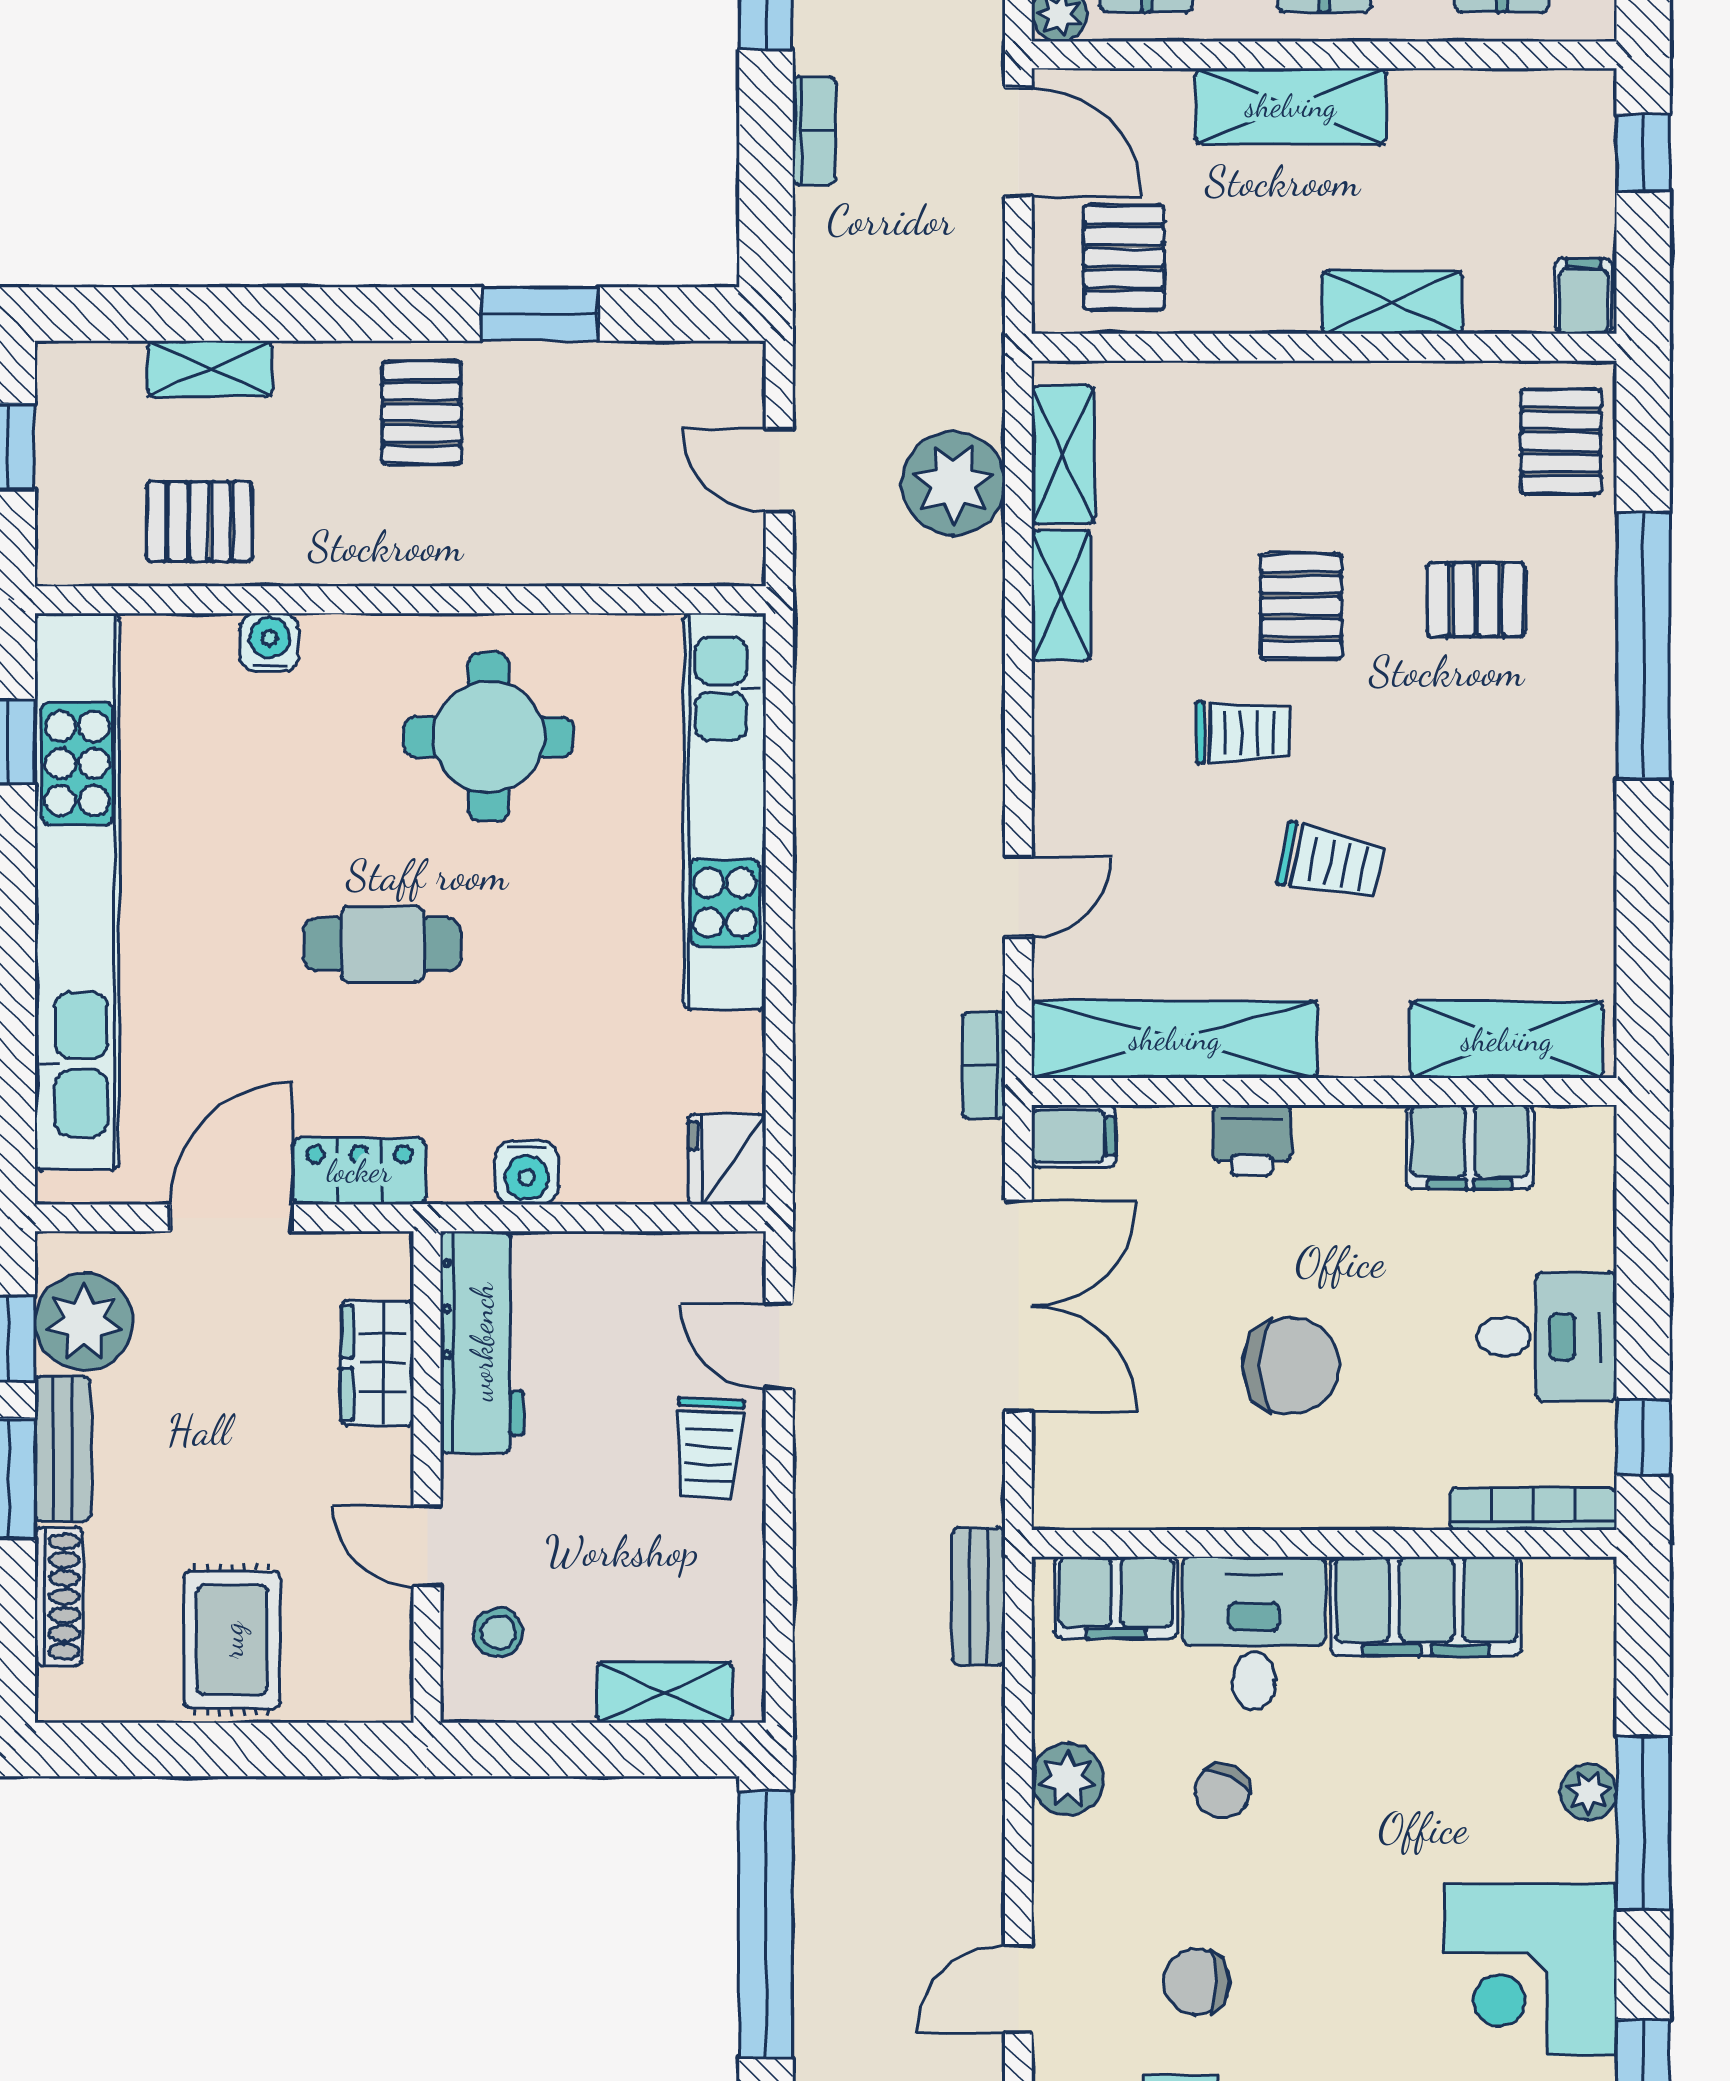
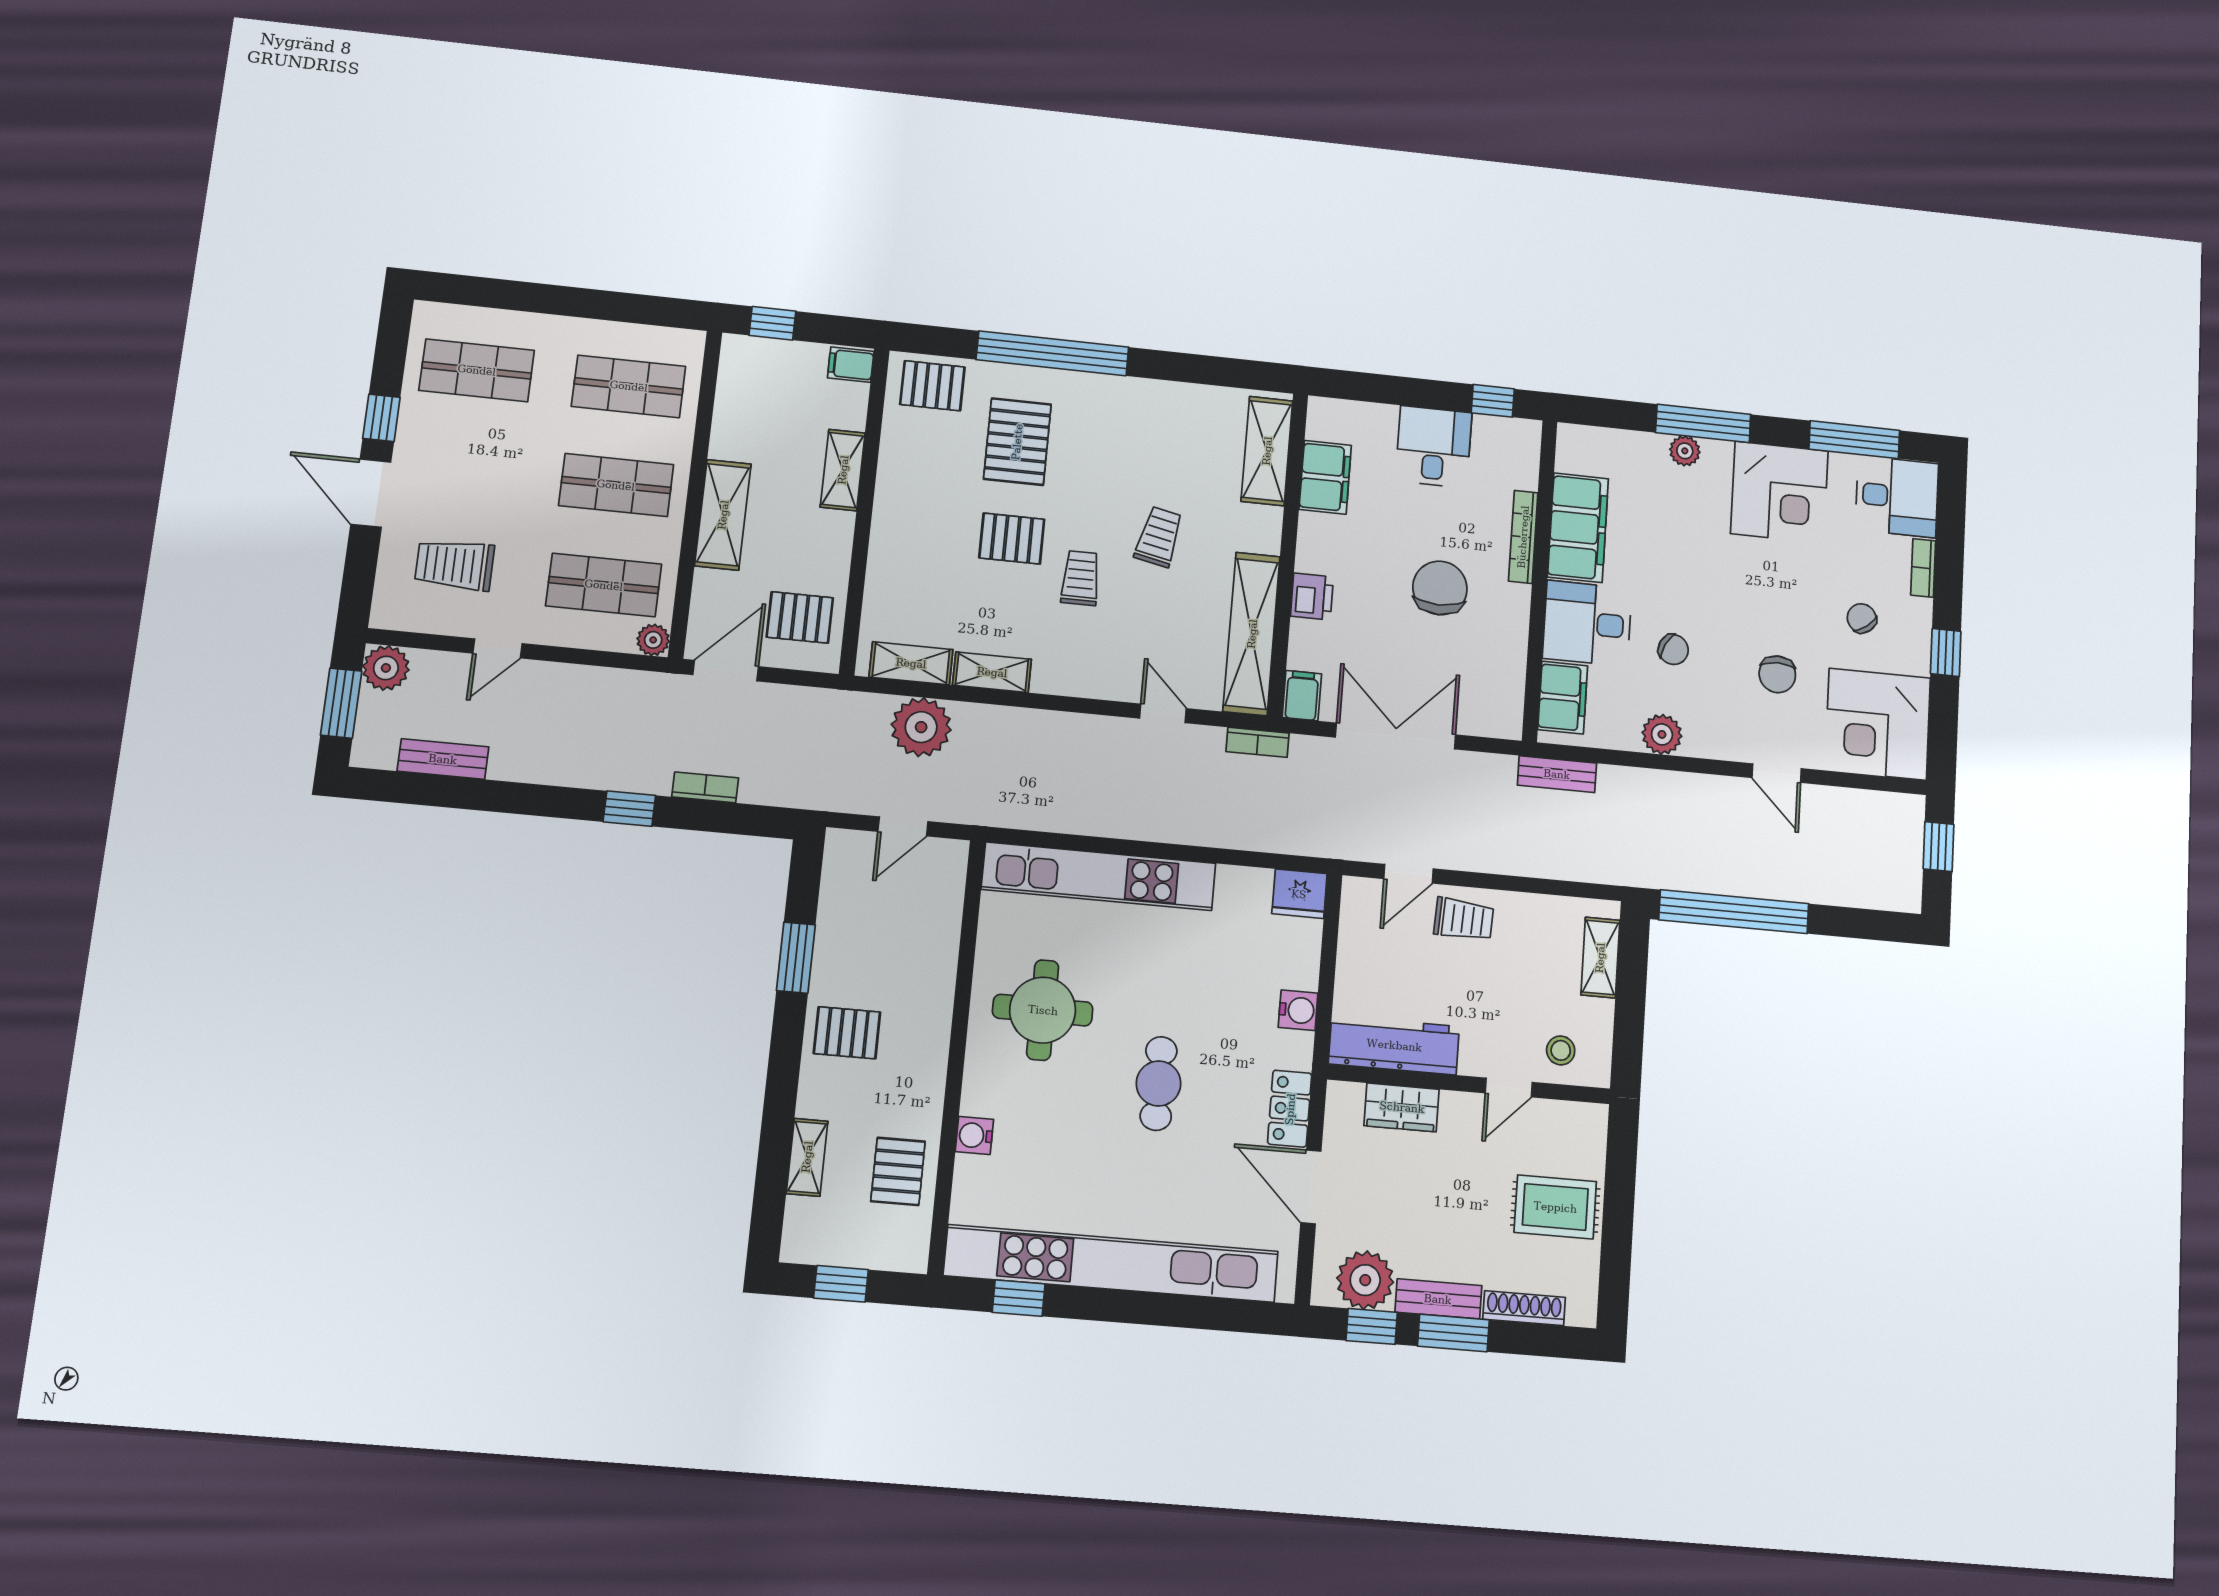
pallet: (1476, 600) -> (1017, 442), width x1.50, depth x1.42
bookcase: (1533, 1509) -> (1523, 537), moved

